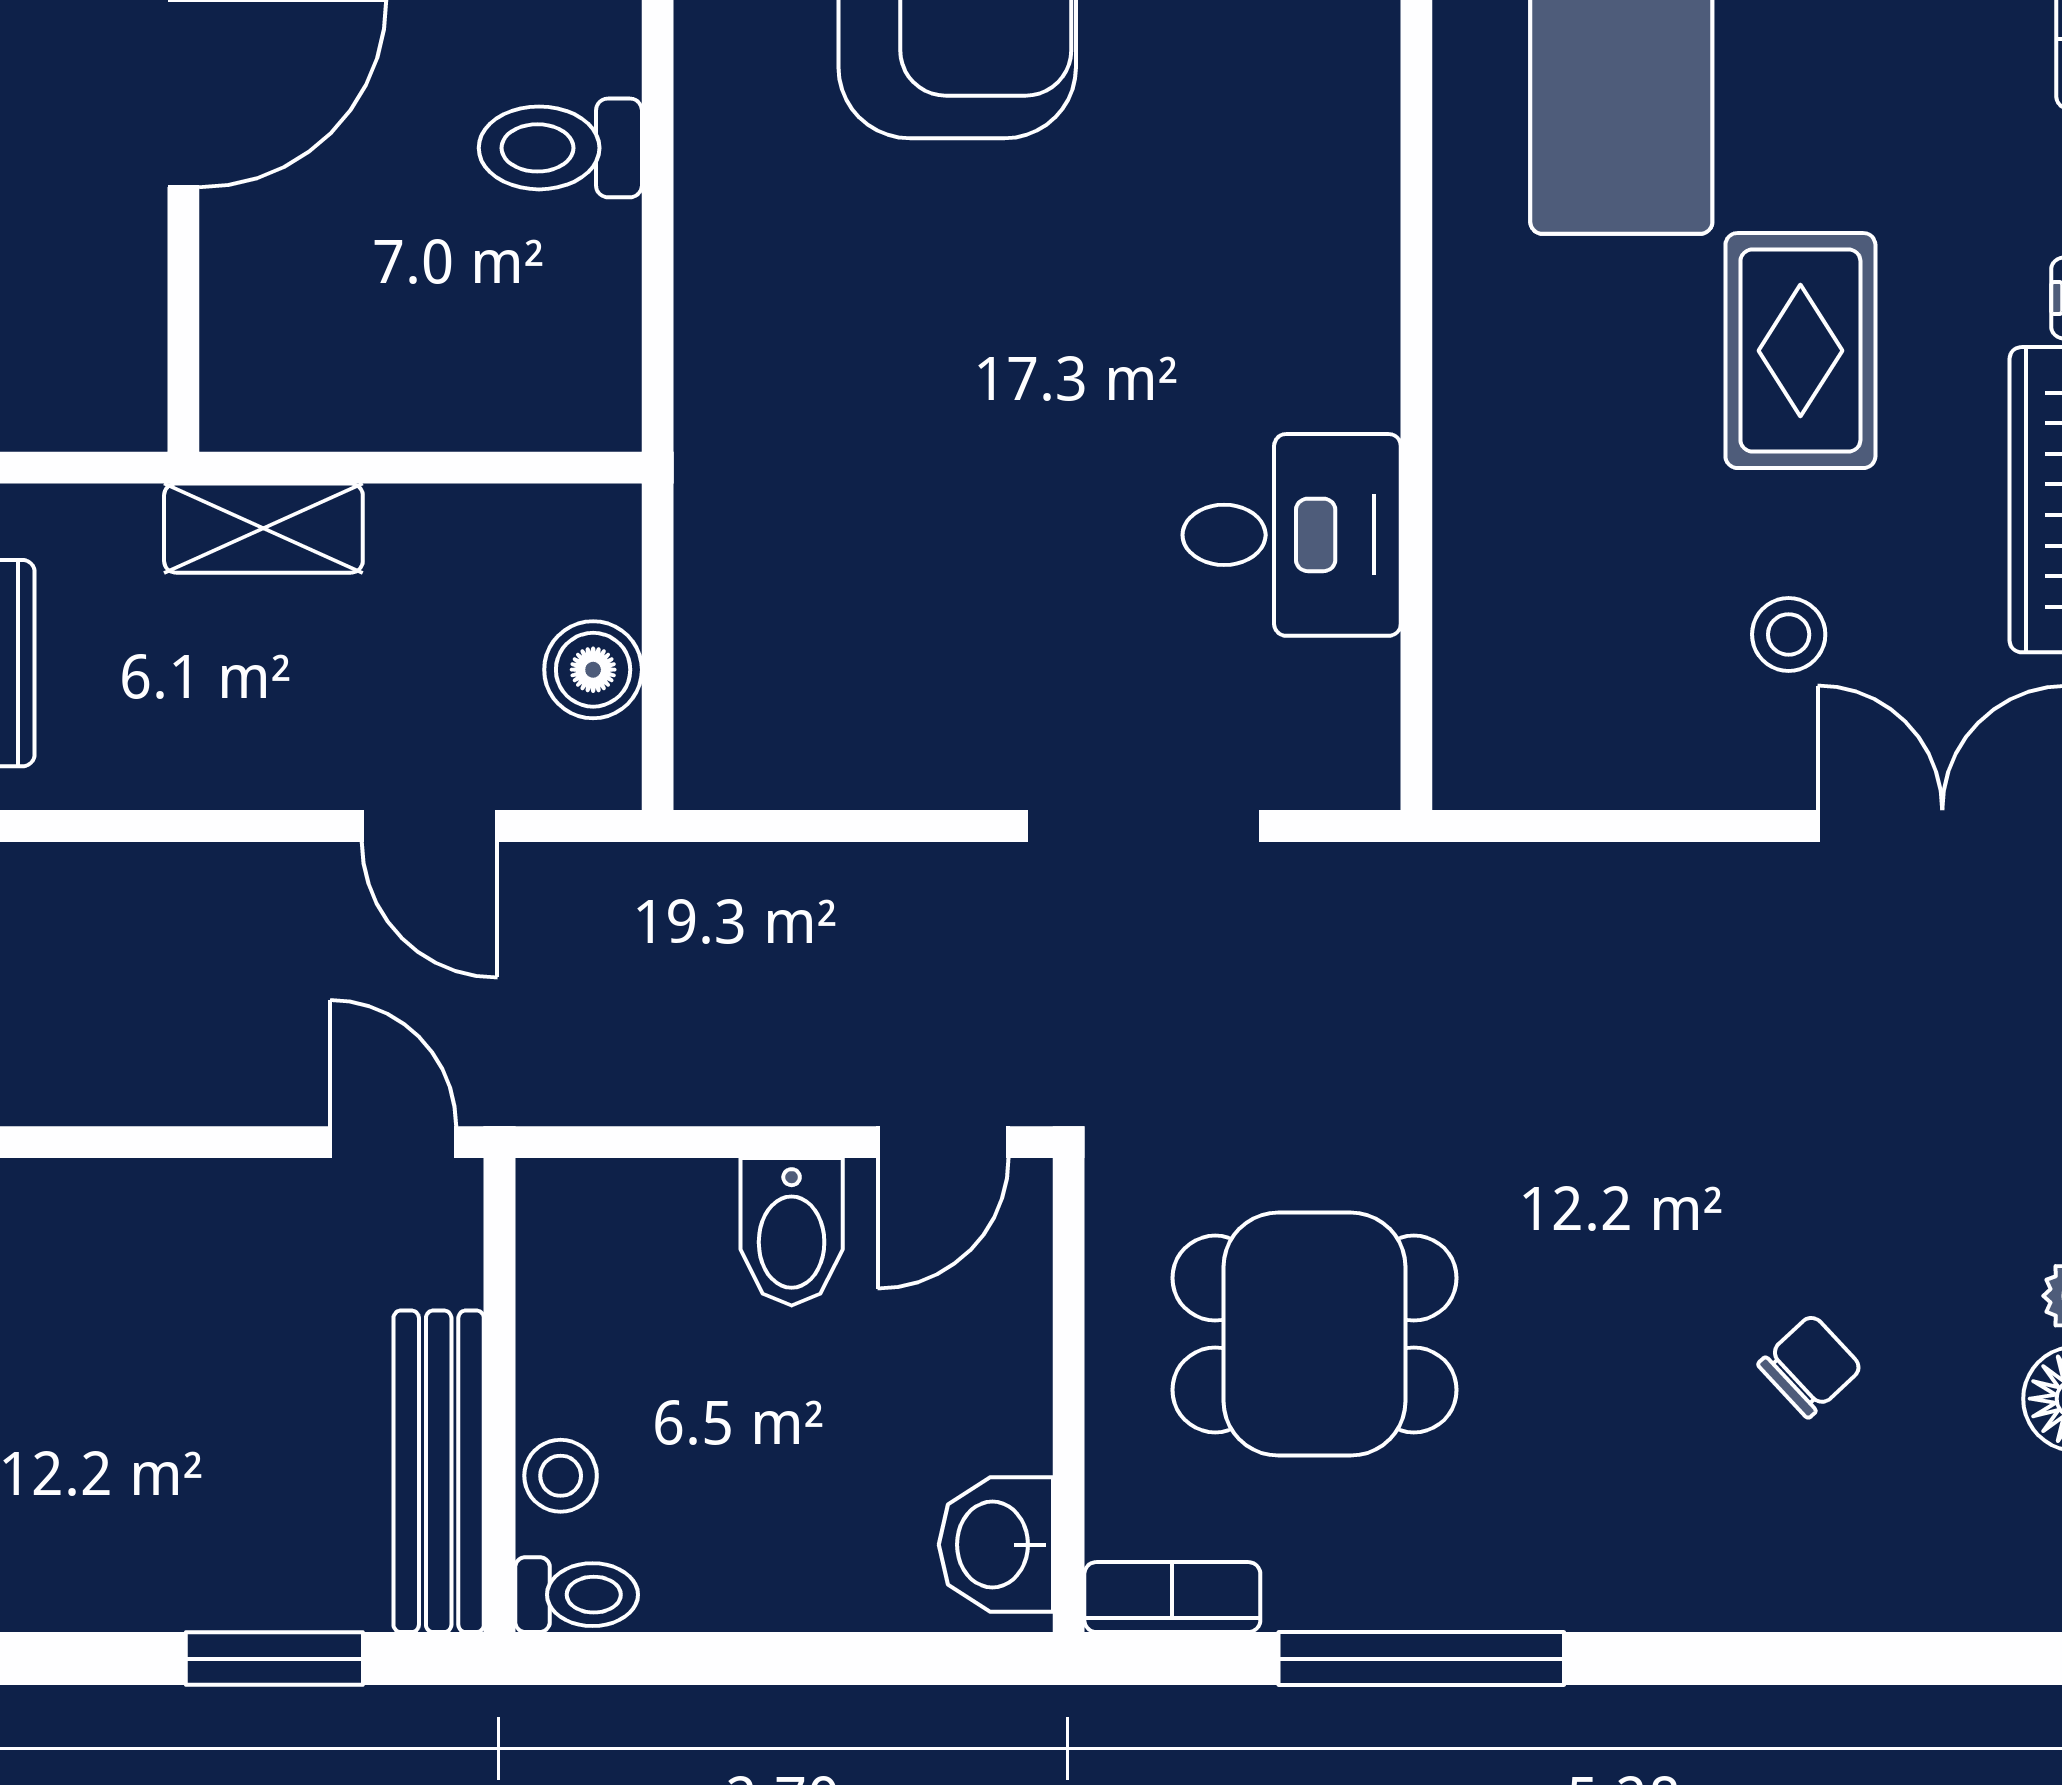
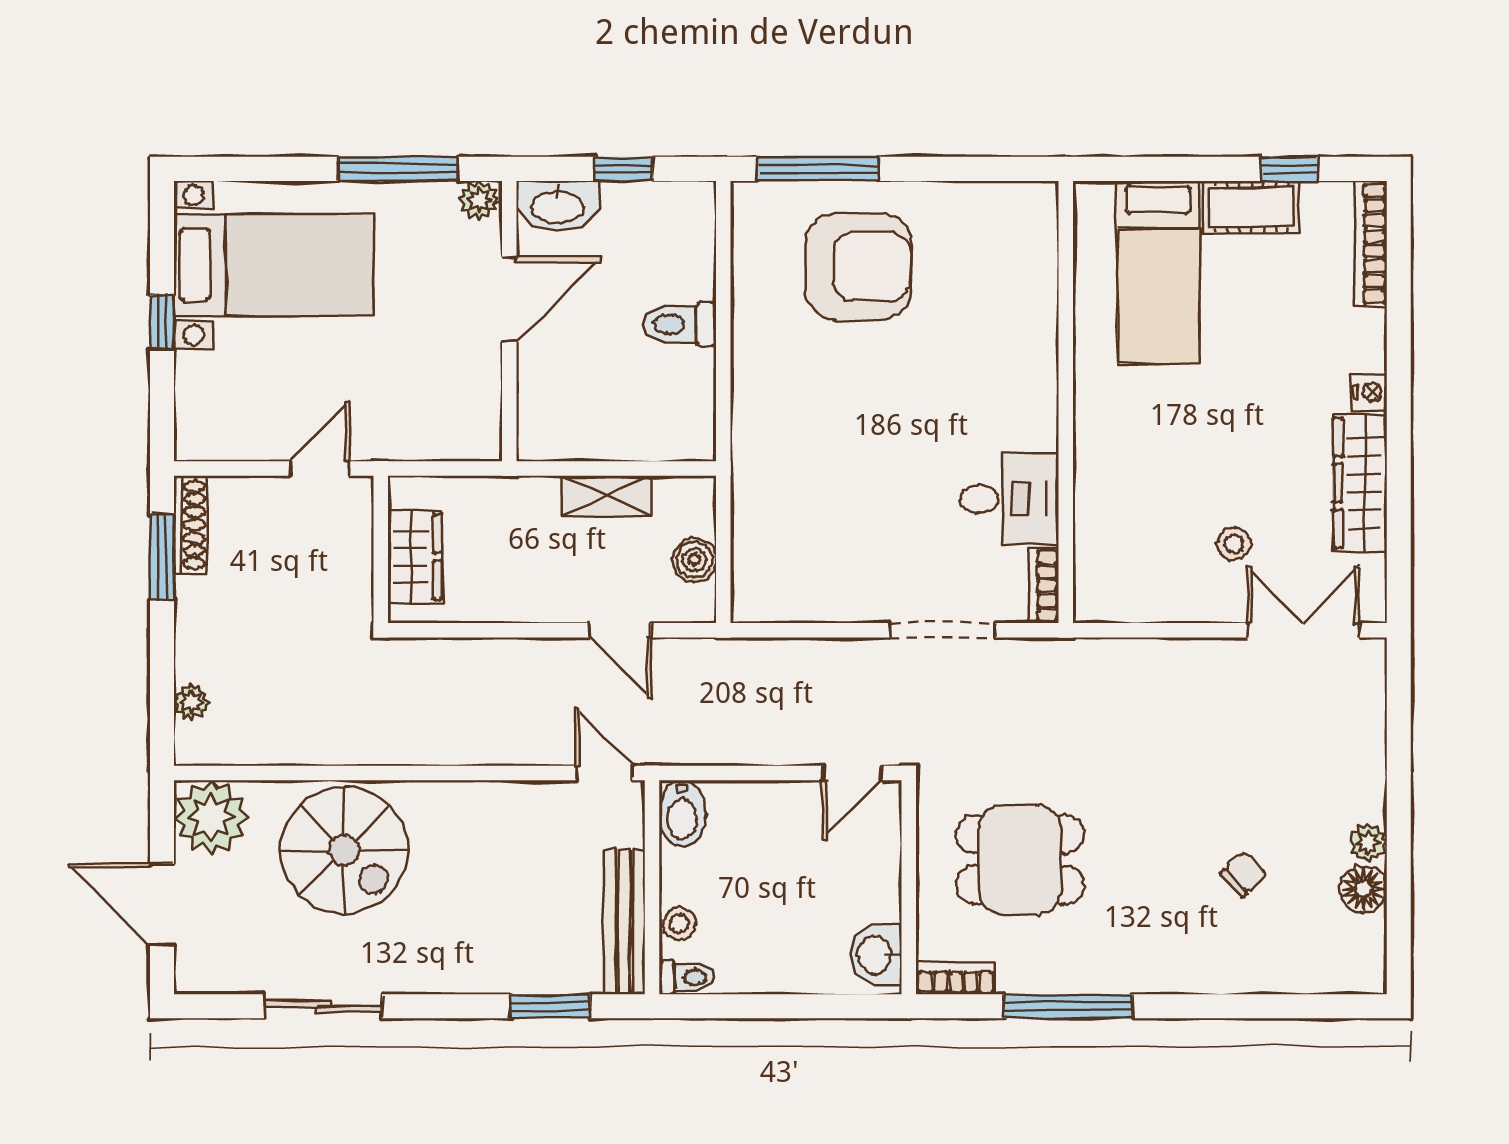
rug: (1800, 351) -> (1239, 416), removed
shelving: (263, 528) -> (606, 496), moved
bookcase: (1367, 727) -> (1044, 586), added
bidet: (792, 1232) -> (682, 814), moved

